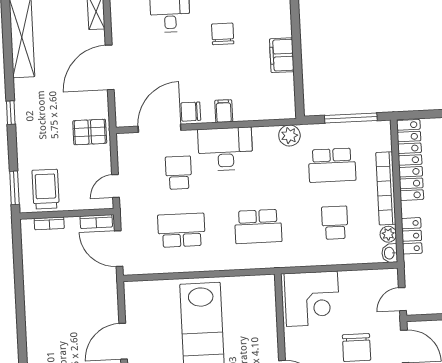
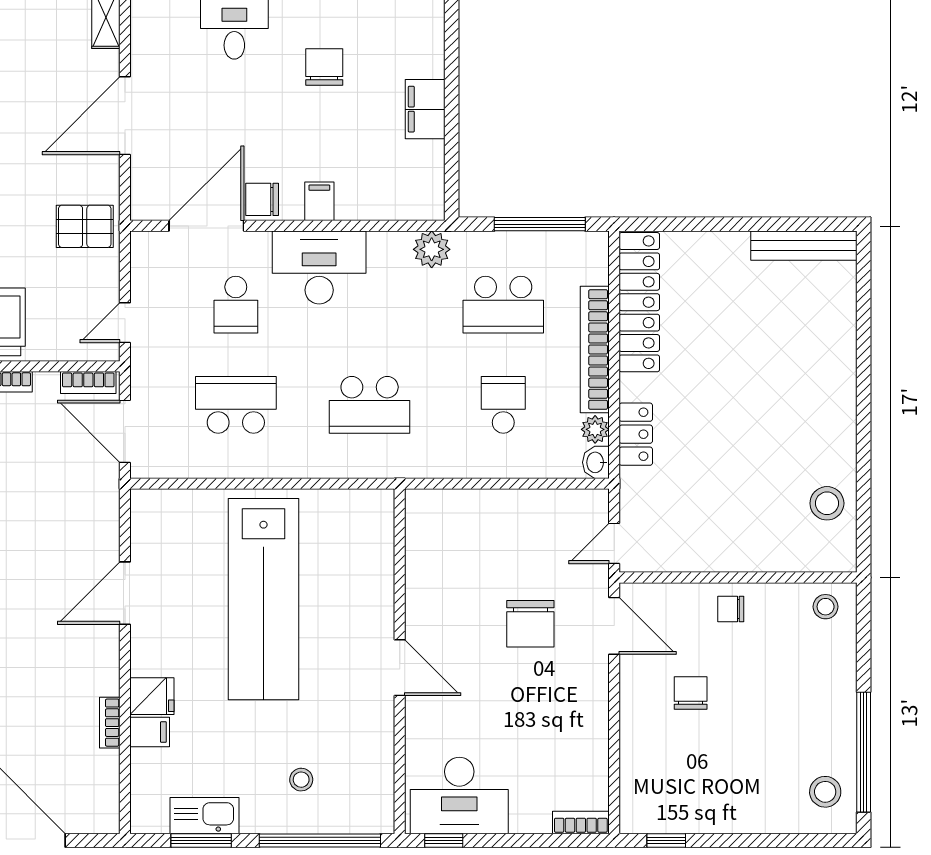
school desk: (179, 173) -> (236, 305), turned 180
corner desk: (312, 299) -> (457, 535), removed

